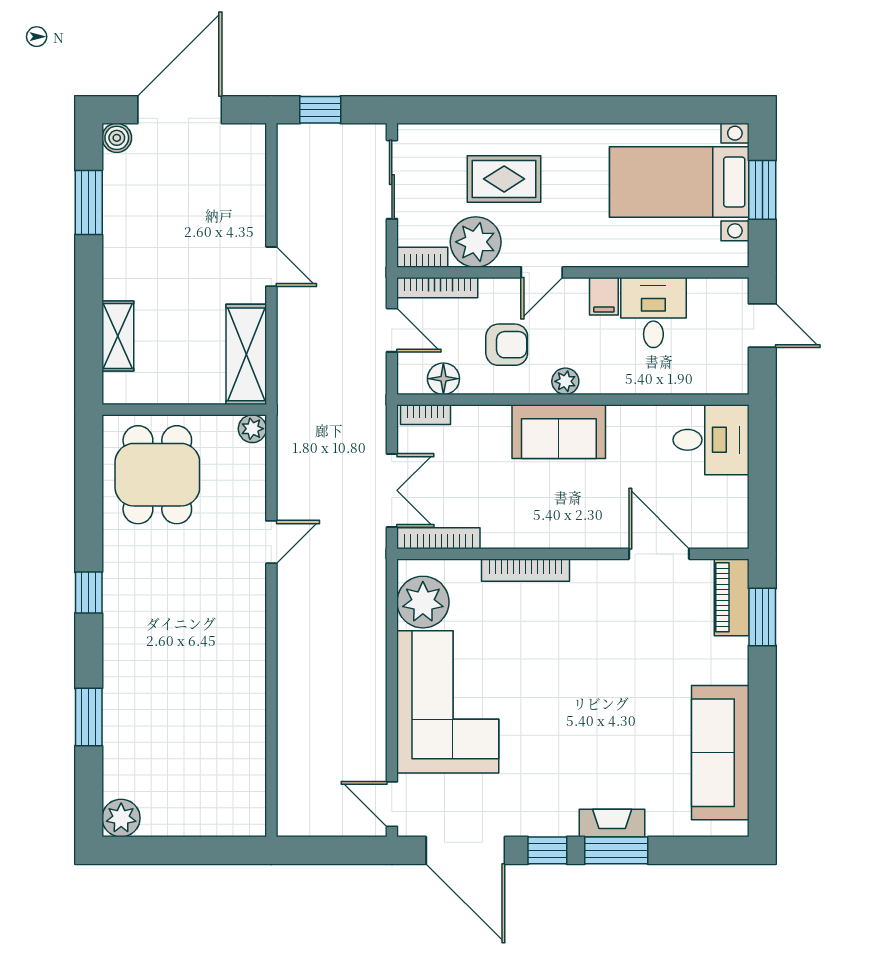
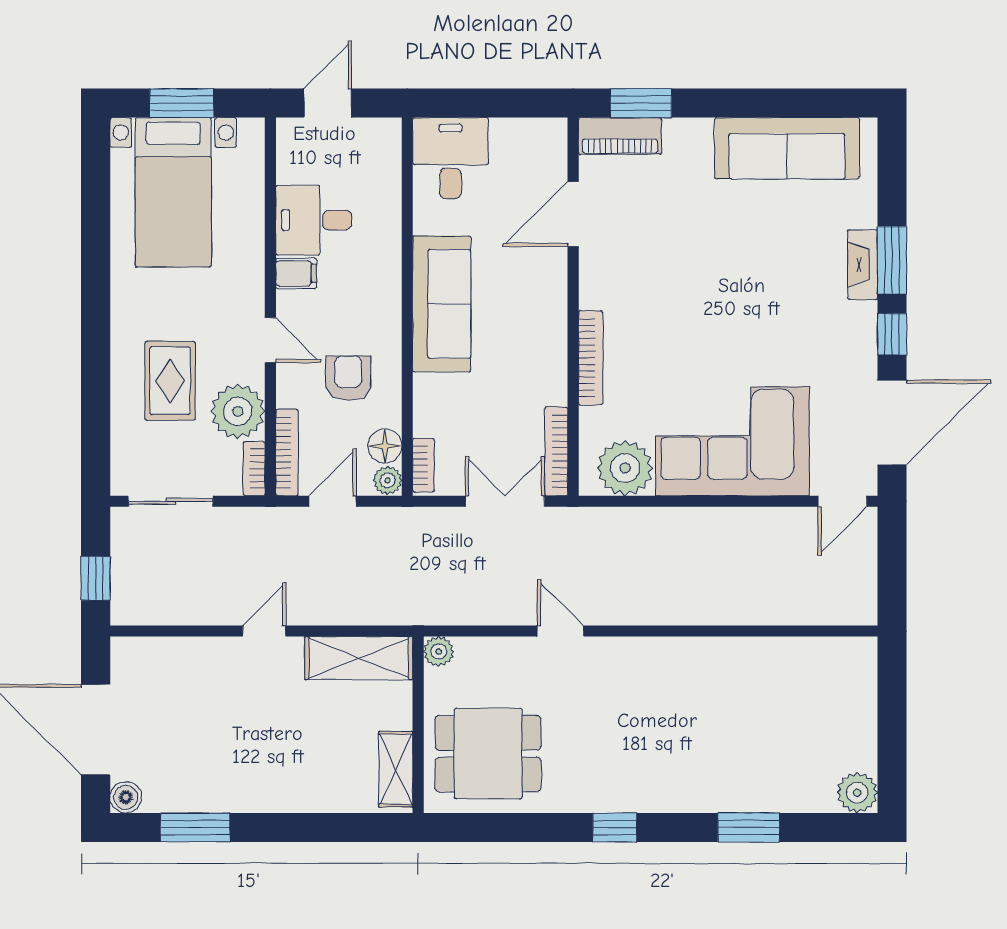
shelving: (118, 336) -> (396, 769), moved, turned 90
plant: (565, 381) -> (388, 480), moved
sofa: (559, 432) -> (442, 304), width x1.36

